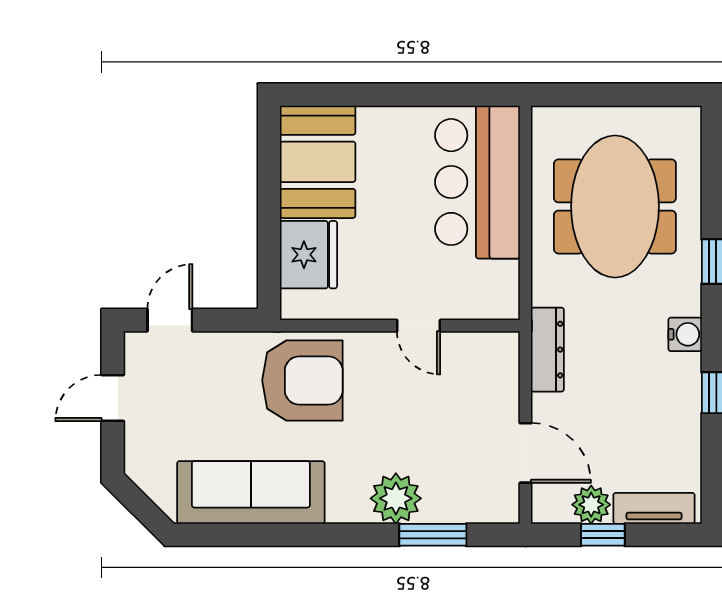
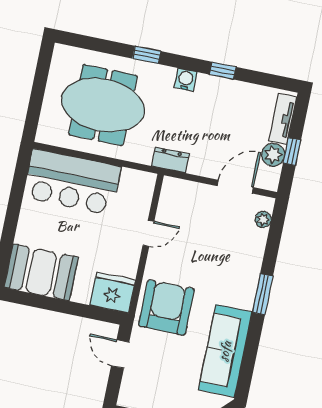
fridge: (309, 255) -> (112, 293), moved
door: (170, 320) -> (120, 354), moved
dresser: (547, 350) -> (170, 160), width x0.70
plant: (396, 498) -> (263, 220), moved, width x0.53, depth x0.53
window: (433, 535) -> (262, 294), moved

